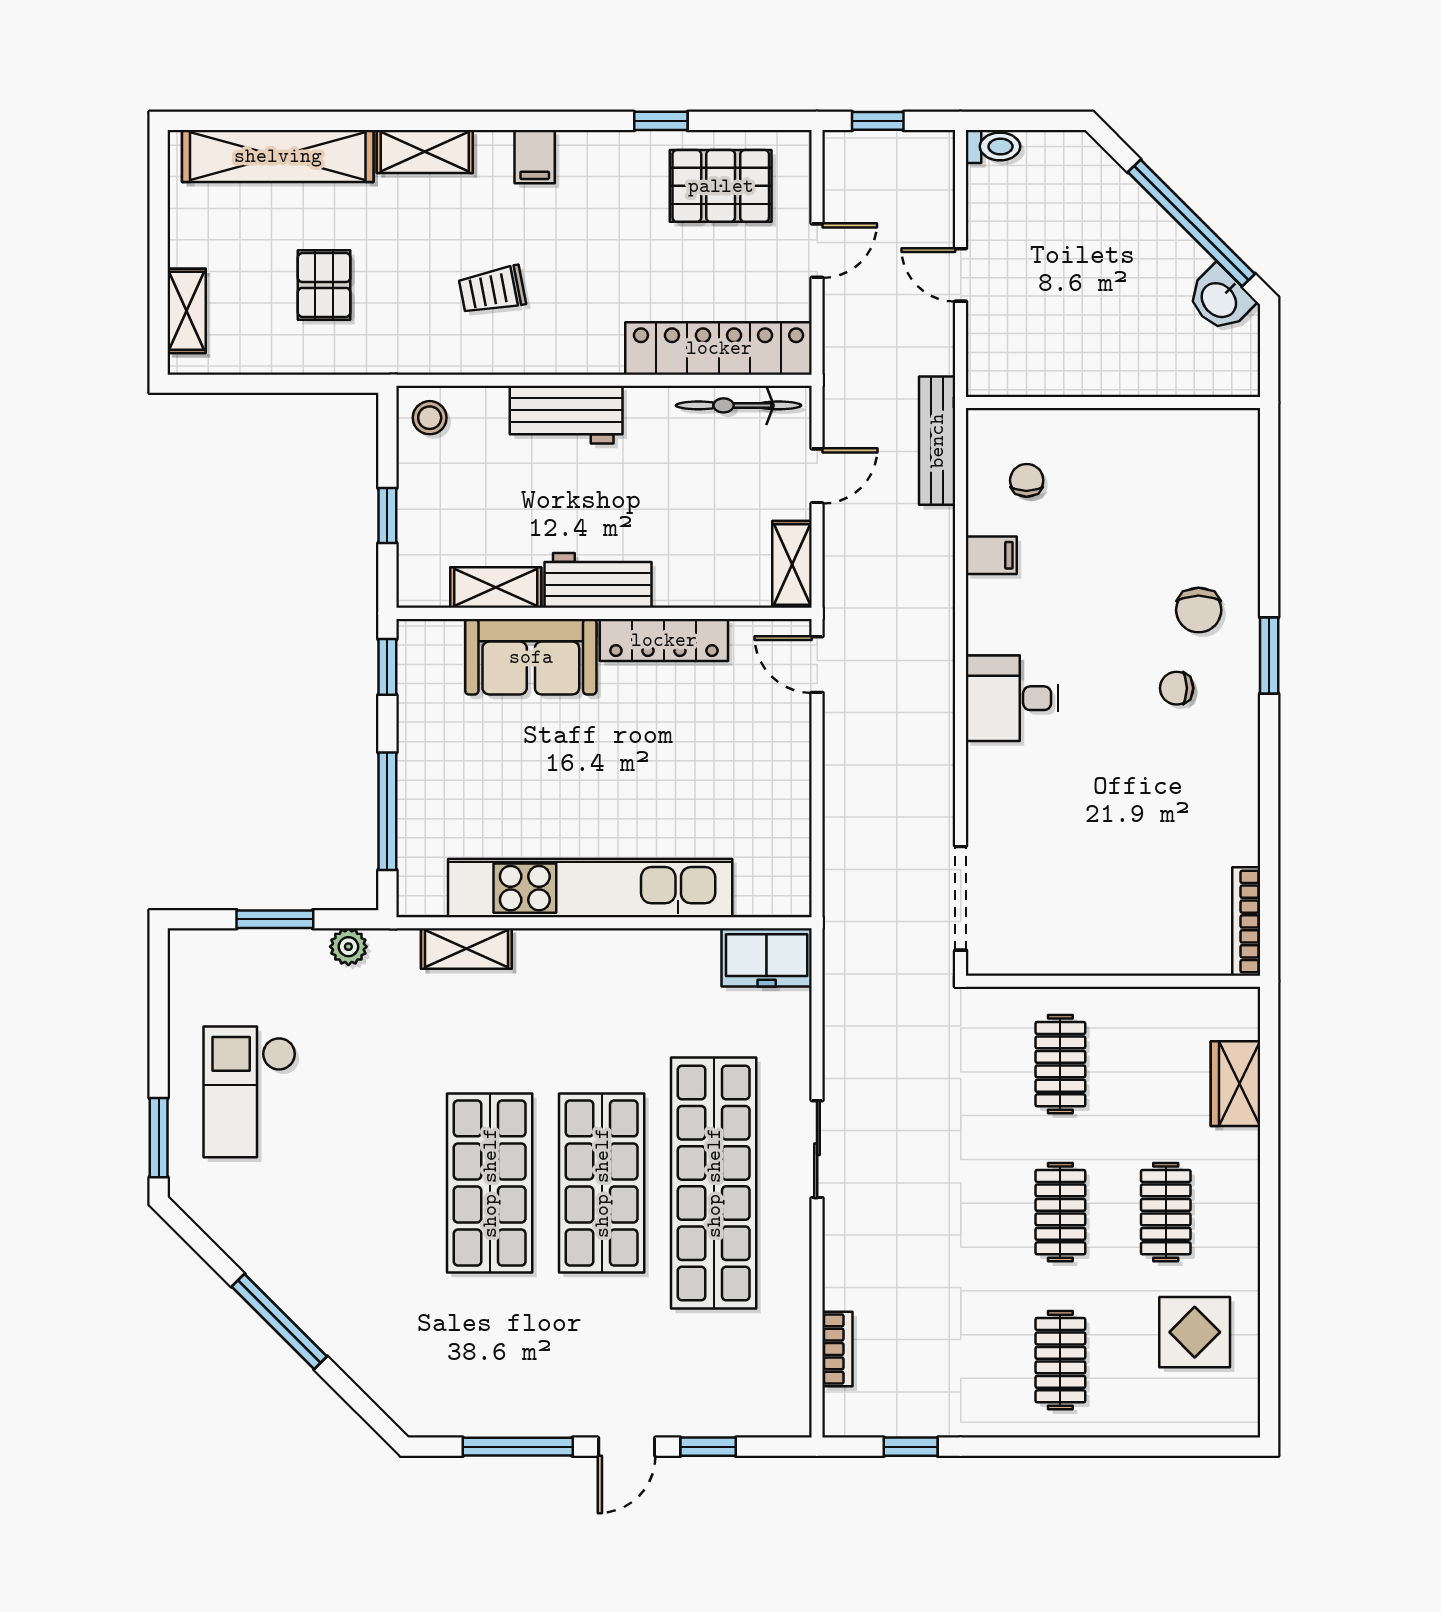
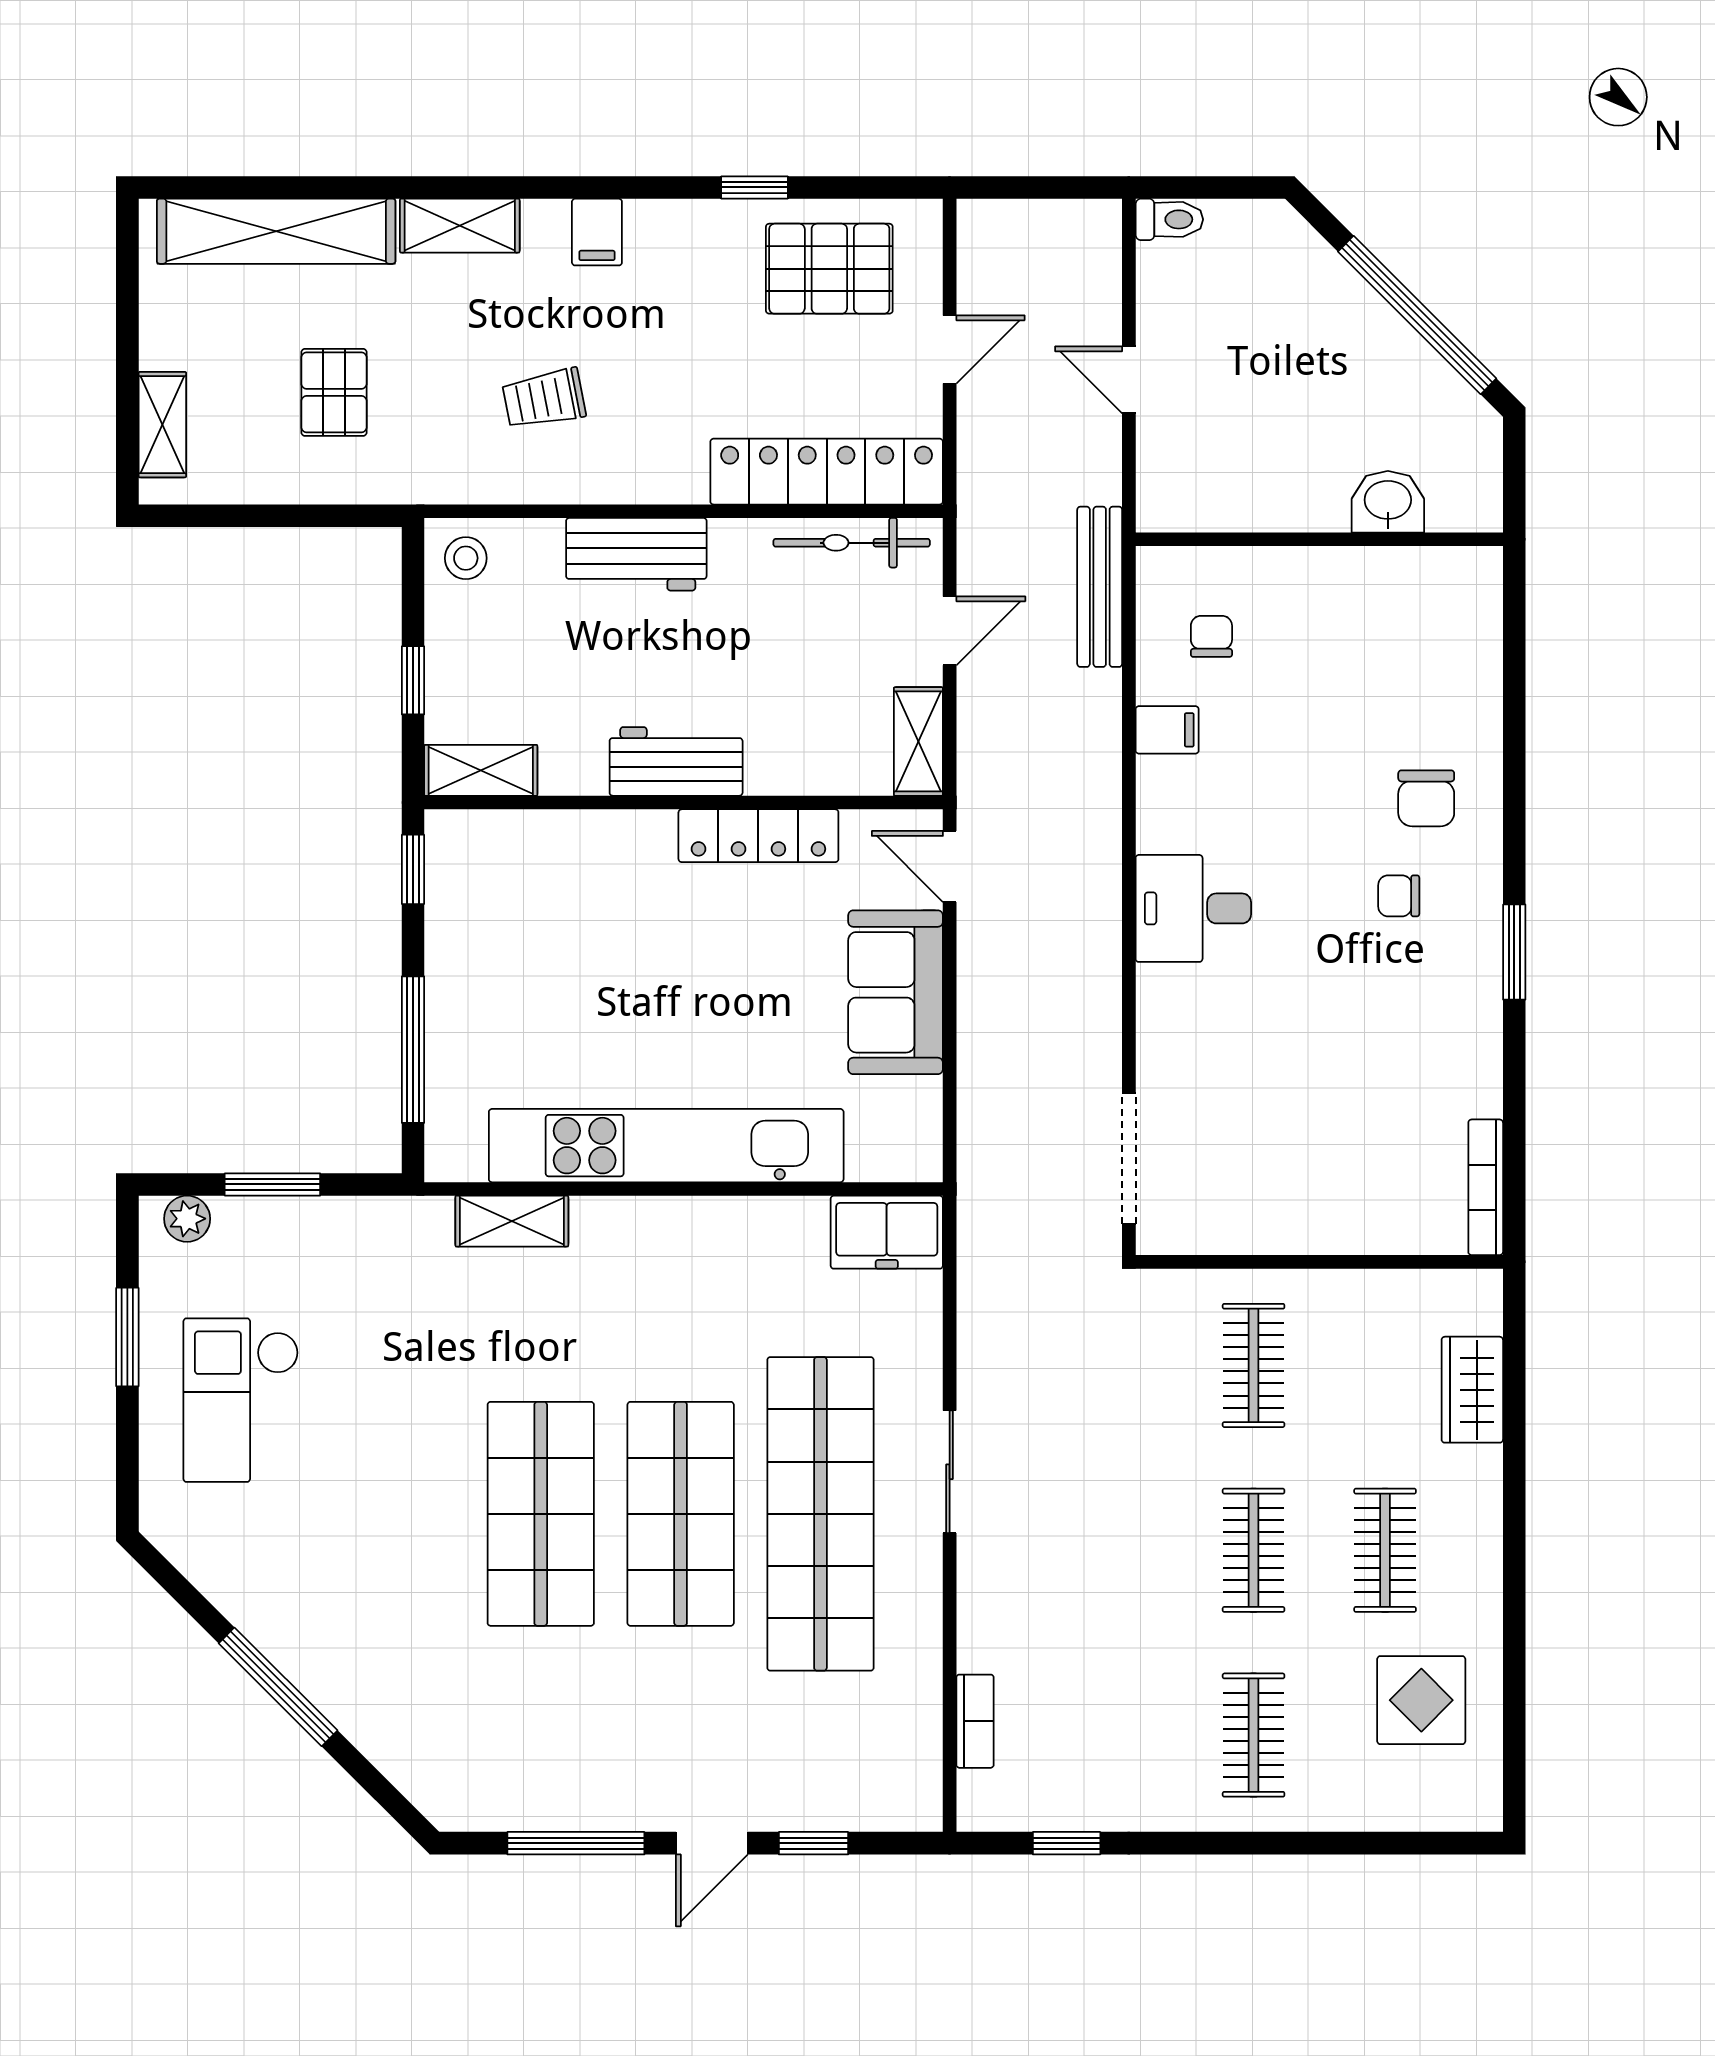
window: (878, 121) -> (1025, 187), removed
washbasin: (1220, 299) -> (1388, 502), moved, turned 135
shelving: (496, 588) -> (481, 770), moved
window: (1269, 655) -> (1514, 952), moved
sofa: (531, 657) -> (896, 992), moved, turned 90
plant: (348, 947) -> (187, 1219), moved
window: (159, 1138) -> (127, 1337), moved

